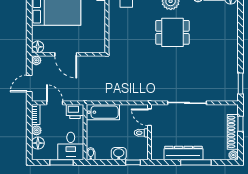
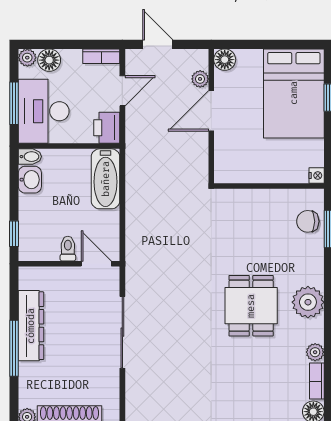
plant: (36, 60) -> (200, 79), moved
door: (150, 117) -> (96, 264), hinge flipped
plant: (37, 130) -> (27, 58), moved
desk: (71, 146) -> (44, 111), width x1.37
washbasin: (119, 154) -> (30, 180), moved

